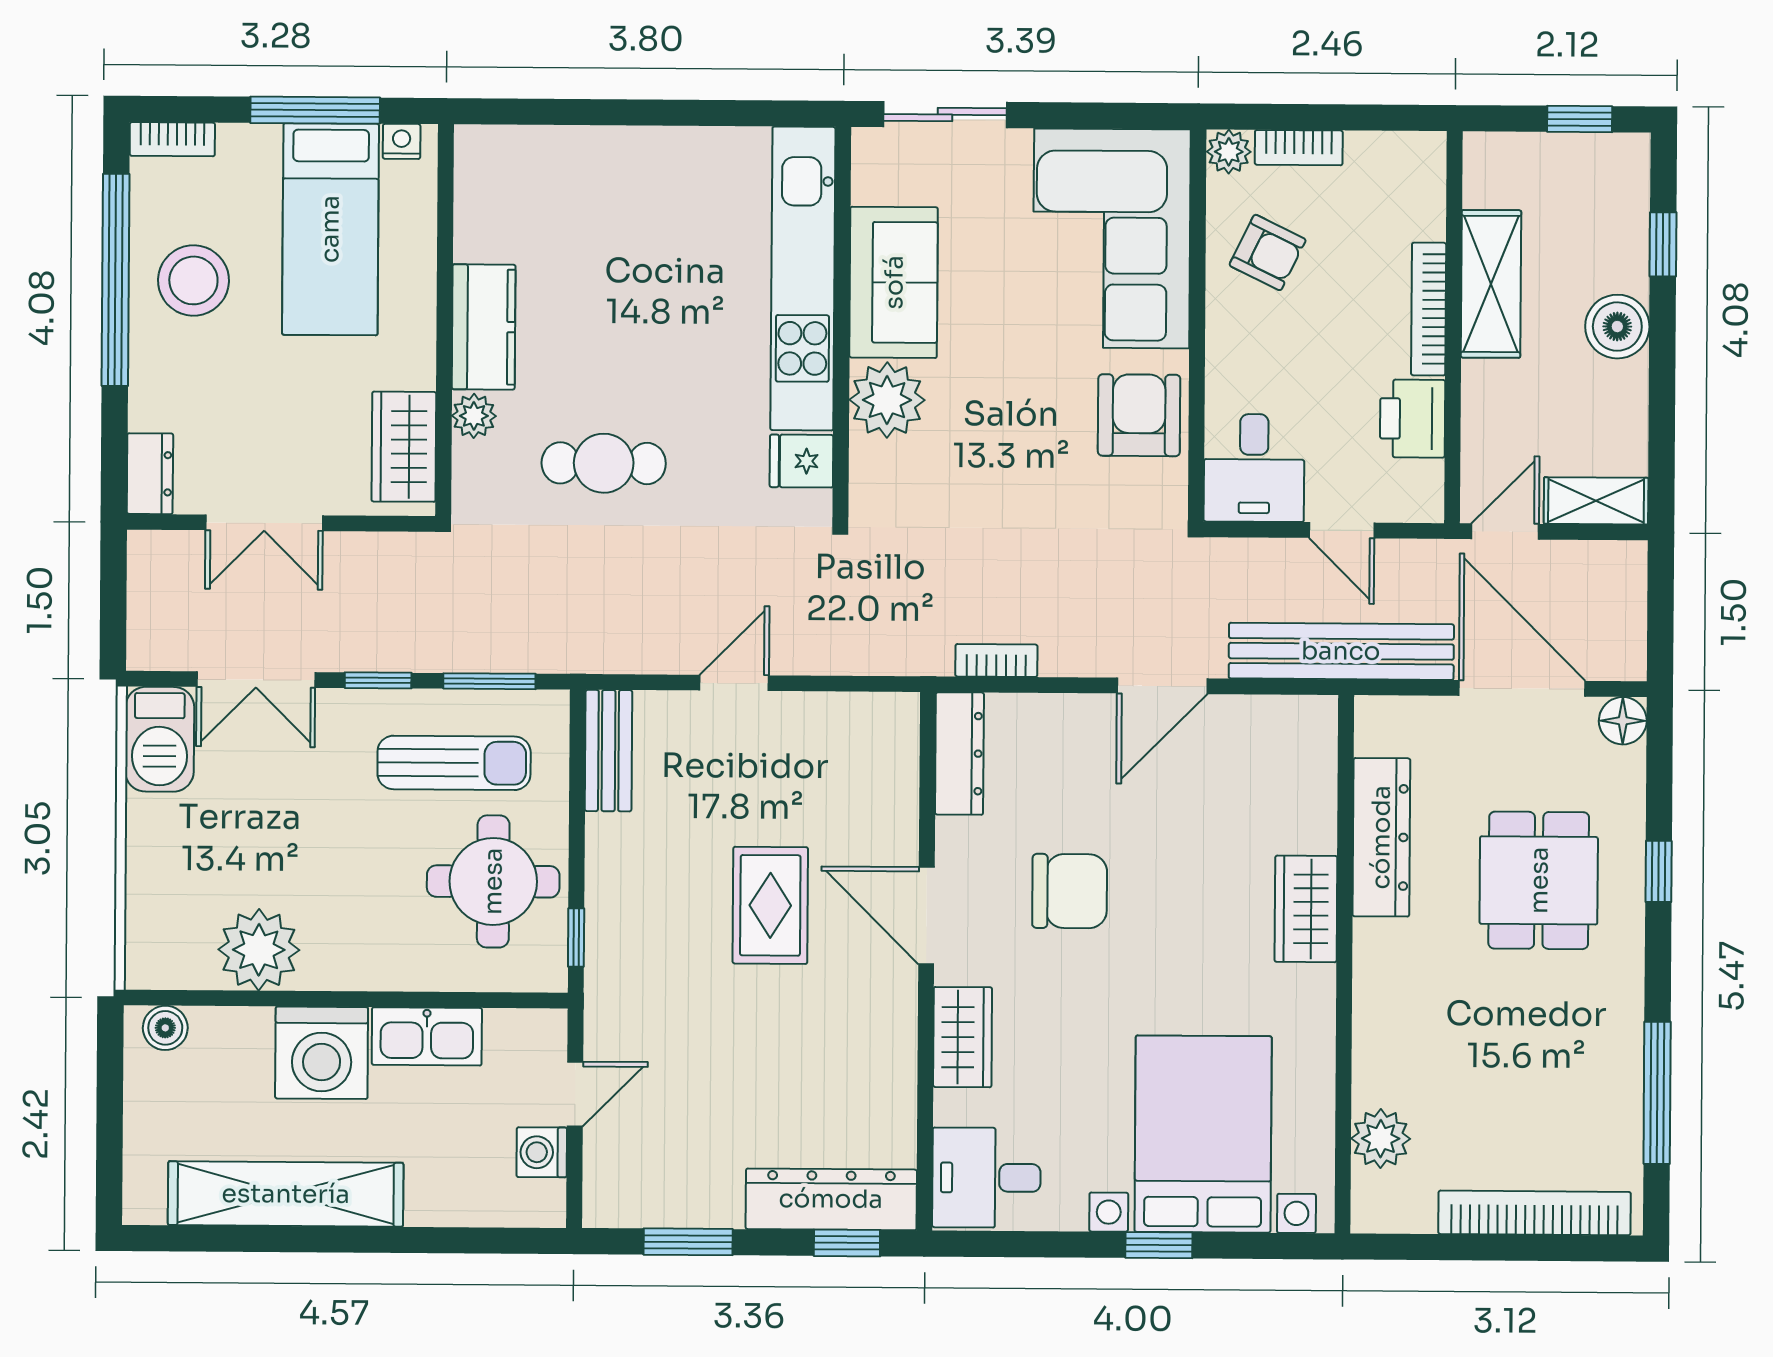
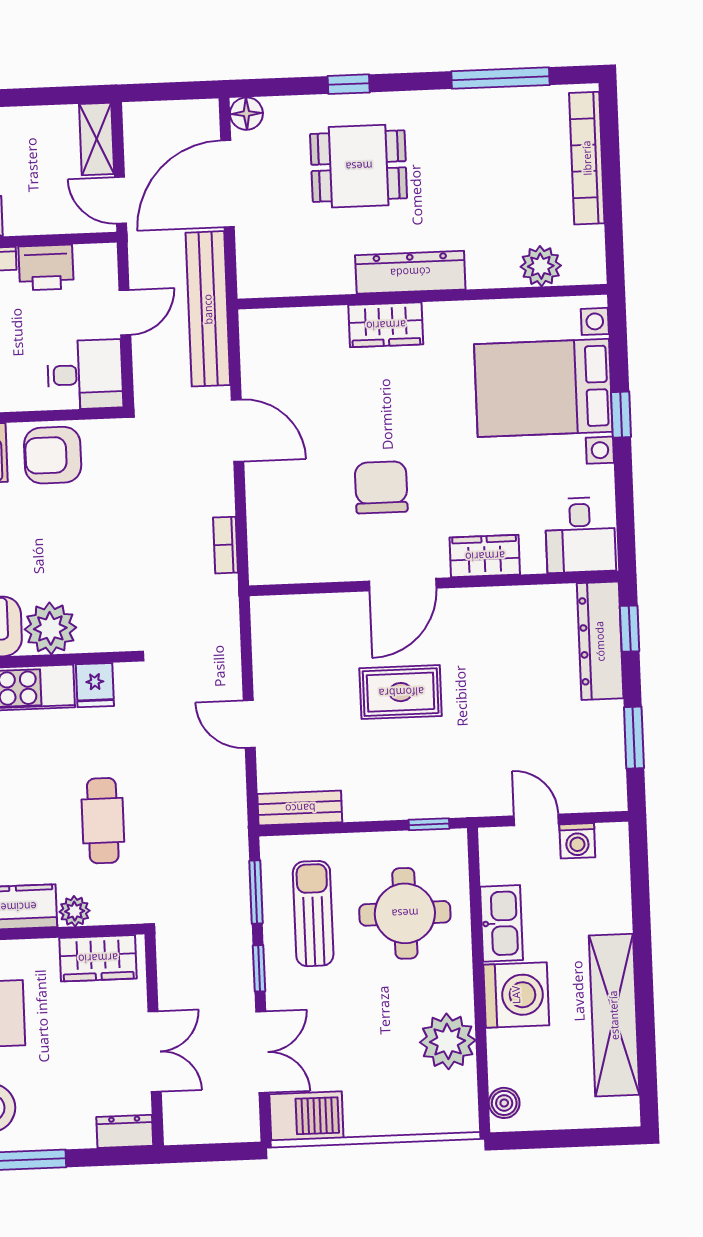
dresser: (959, 754) -> (290, 567), removed
dresser: (1381, 837) -> (410, 272), moved
round table: (493, 881) -> (405, 913), moved

